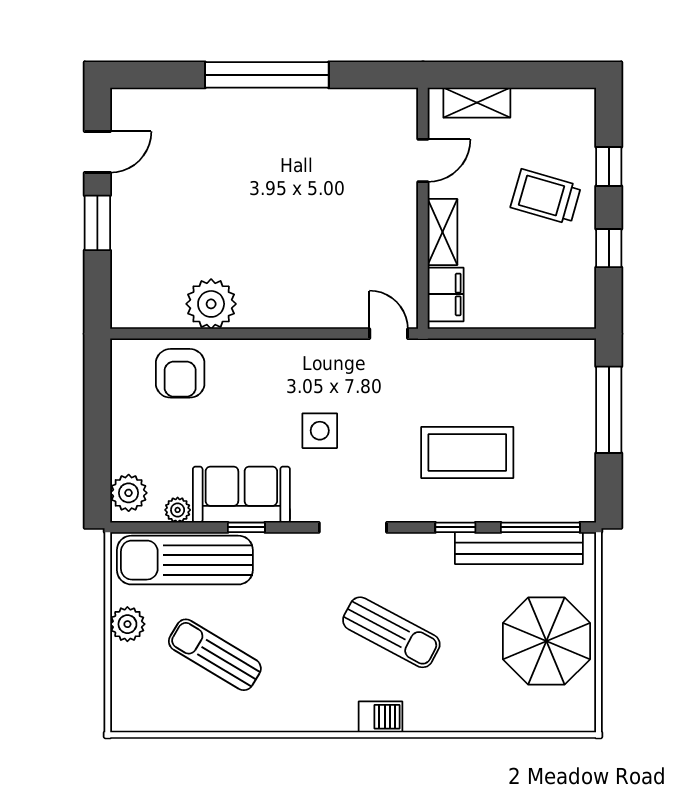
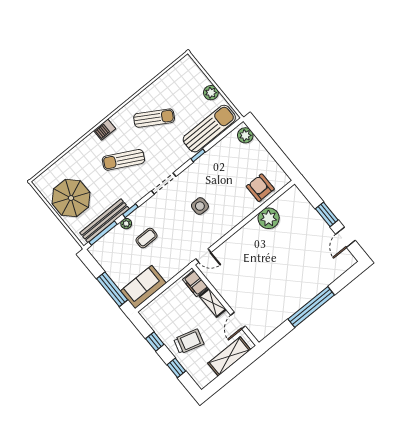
shelving: (477, 103) -> (229, 356), width x1.50, depth x1.33
coffee table: (467, 453) -> (146, 238), width x0.54, depth x0.58
sofa: (241, 495) -> (143, 287), moved, turned 180
plant: (178, 510) -> (126, 224), moved
sun lounger: (215, 655) -> (154, 118), moved

